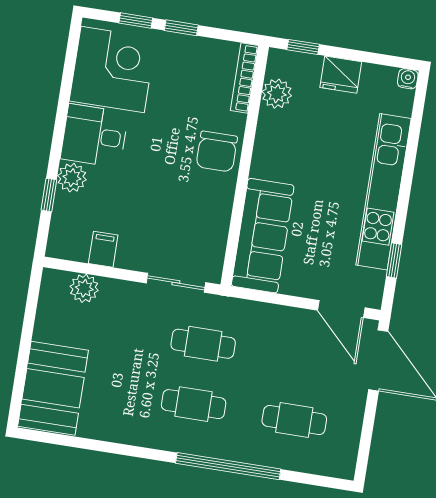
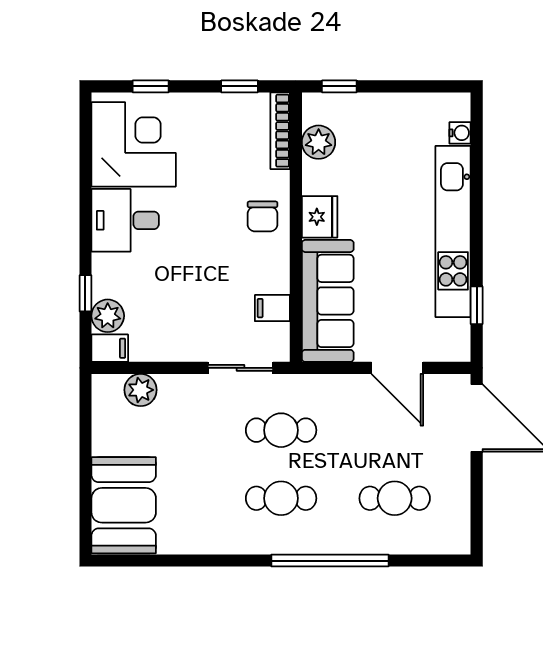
window: (181, 28) -> (240, 86), moved
fridge: (341, 75) -> (320, 217), moved, turned -90
water cooler: (408, 79) -> (460, 133), moved, turned 90
chair: (217, 152) -> (262, 216), width x0.73, depth x0.73
plant: (72, 178) -> (108, 316), moved
filing cabinet: (213, 234) -> (272, 308), added
filing cabinet: (103, 249) -> (110, 348), moved, turned 90
door: (341, 309) -> (397, 368), moved

